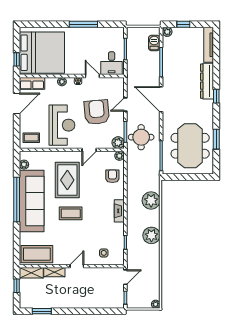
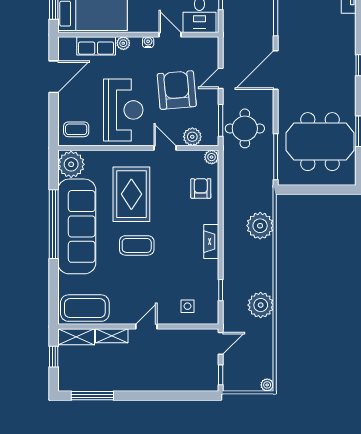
dresser: (207, 81) -> (346, 42), removed
row of seats: (32, 83) -> (96, 46), moved
door: (161, 99) -> (276, 70), hinge flipped
plant: (118, 143) -> (192, 137), moved
meeting table: (190, 146) -> (320, 142), turned 90
door: (89, 150) -> (165, 148), swing flipped
plant: (24, 165) -> (71, 164), width x1.87, depth x1.87
plant: (151, 235) -> (261, 305), moved
window: (42, 311) -> (92, 396), width x1.44

